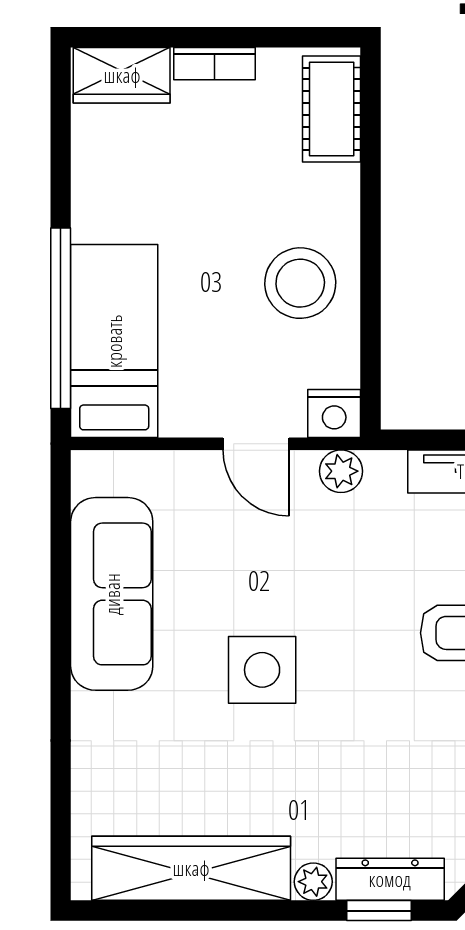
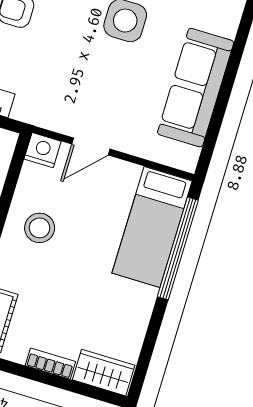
stool: (300, 283) -> (40, 228), width x0.73, depth x0.73
door: (256, 444) -> (91, 147), swing flipped
plant: (341, 471) -> (48, 117), removed

